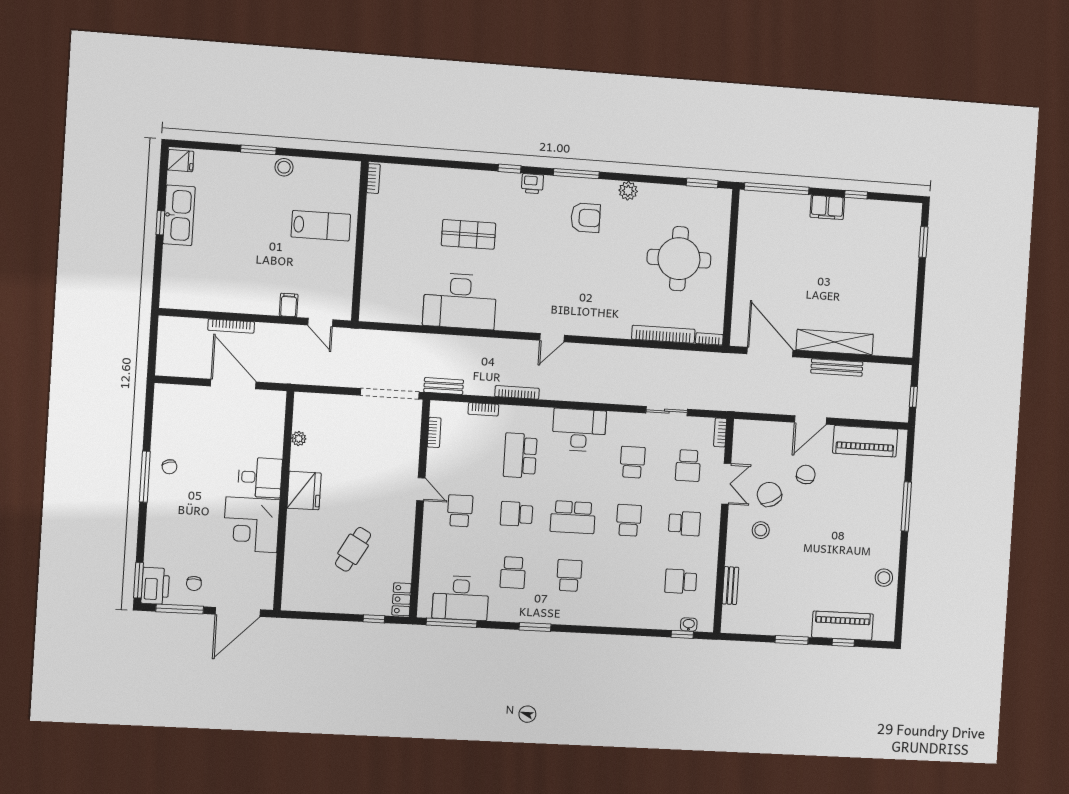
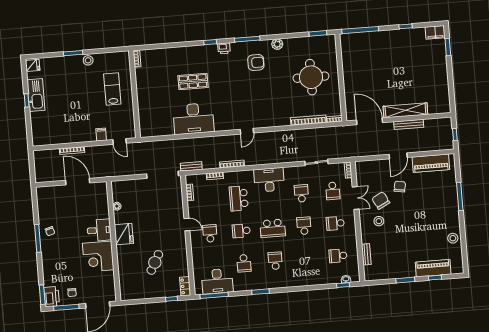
filing cabinet: (827, 207) -> (435, 32), moved
lab bench: (321, 226) -> (112, 89), turned -90
school desk: (684, 523) -> (335, 223), turned 180

